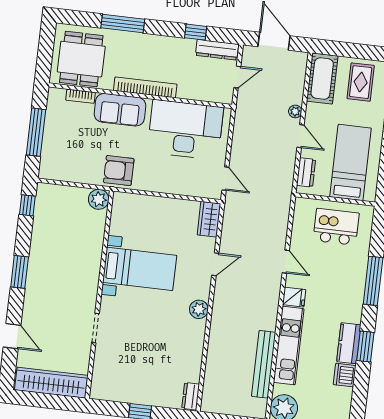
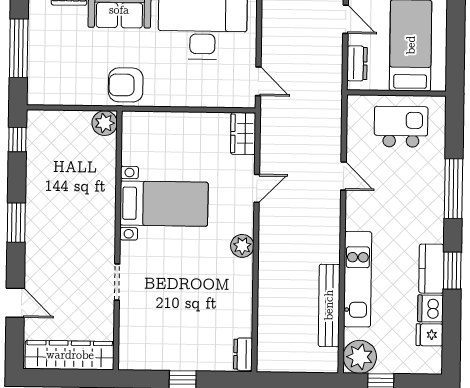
fridge: (294, 297) -> (430, 335), moved, turned 180

